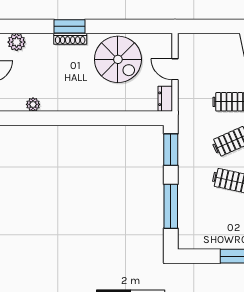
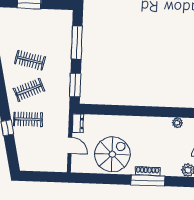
window: (70, 26) -> (148, 180), width x1.44
spiral stairs: (118, 59) -> (112, 154), turned 90

